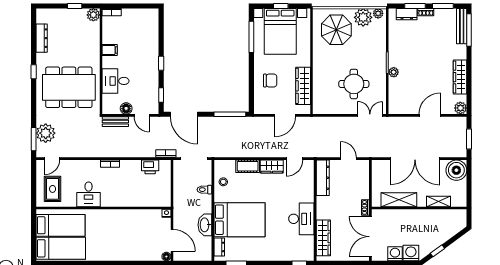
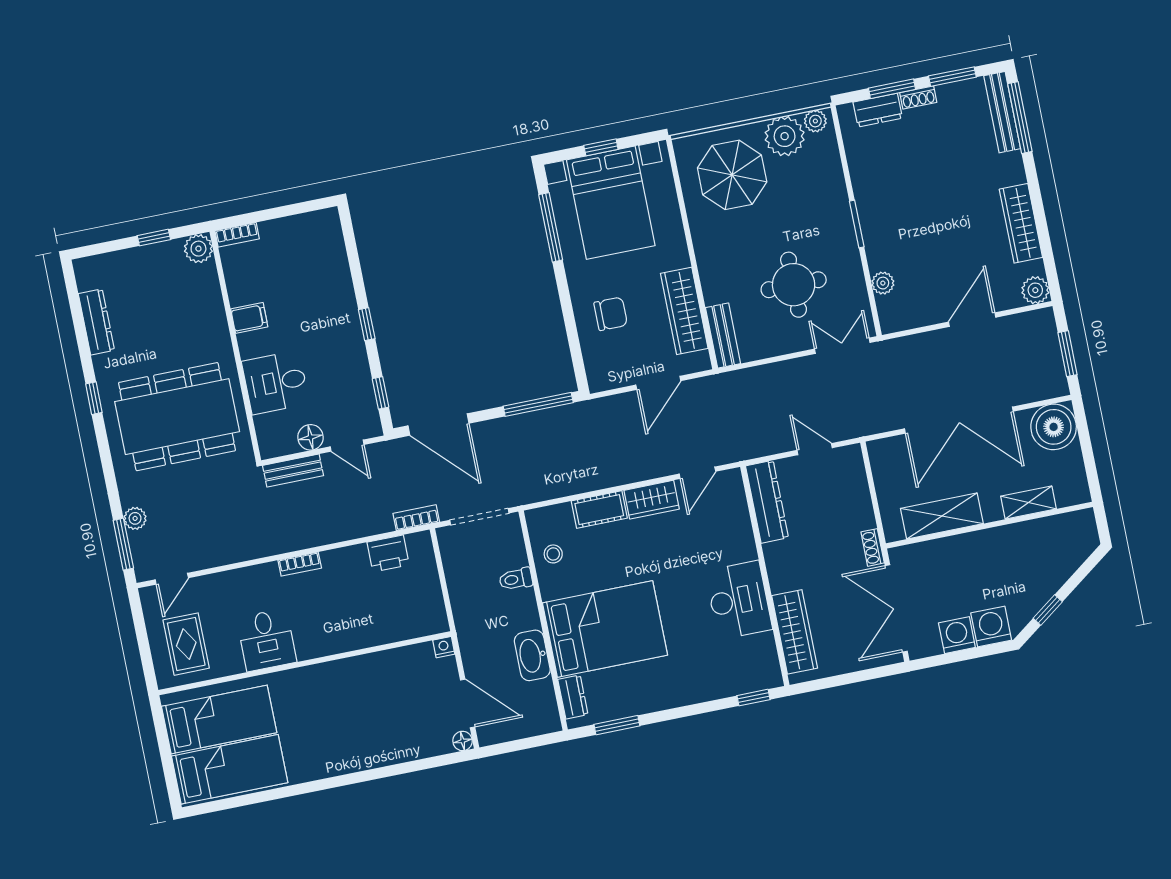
plant: (394, 72) -> (883, 283), moved
bench: (318, 100) -> (723, 336), added
plant: (46, 133) -> (135, 518), width x0.53, depth x0.53

